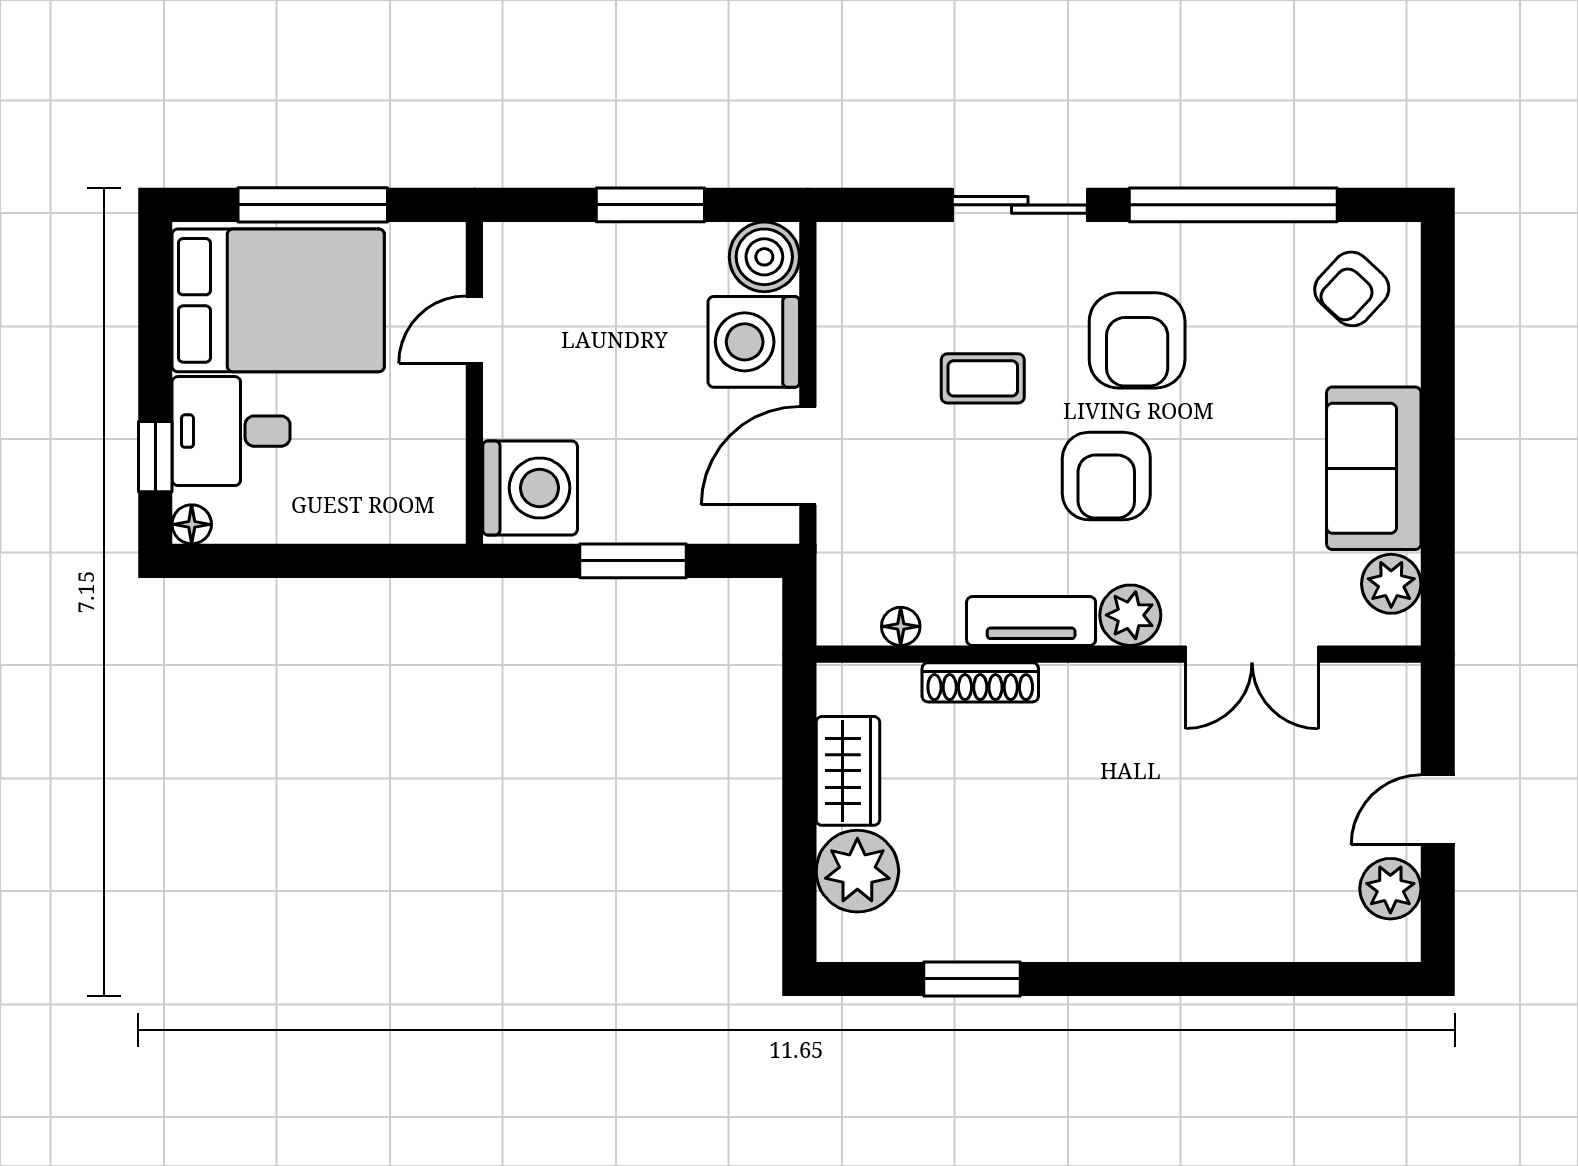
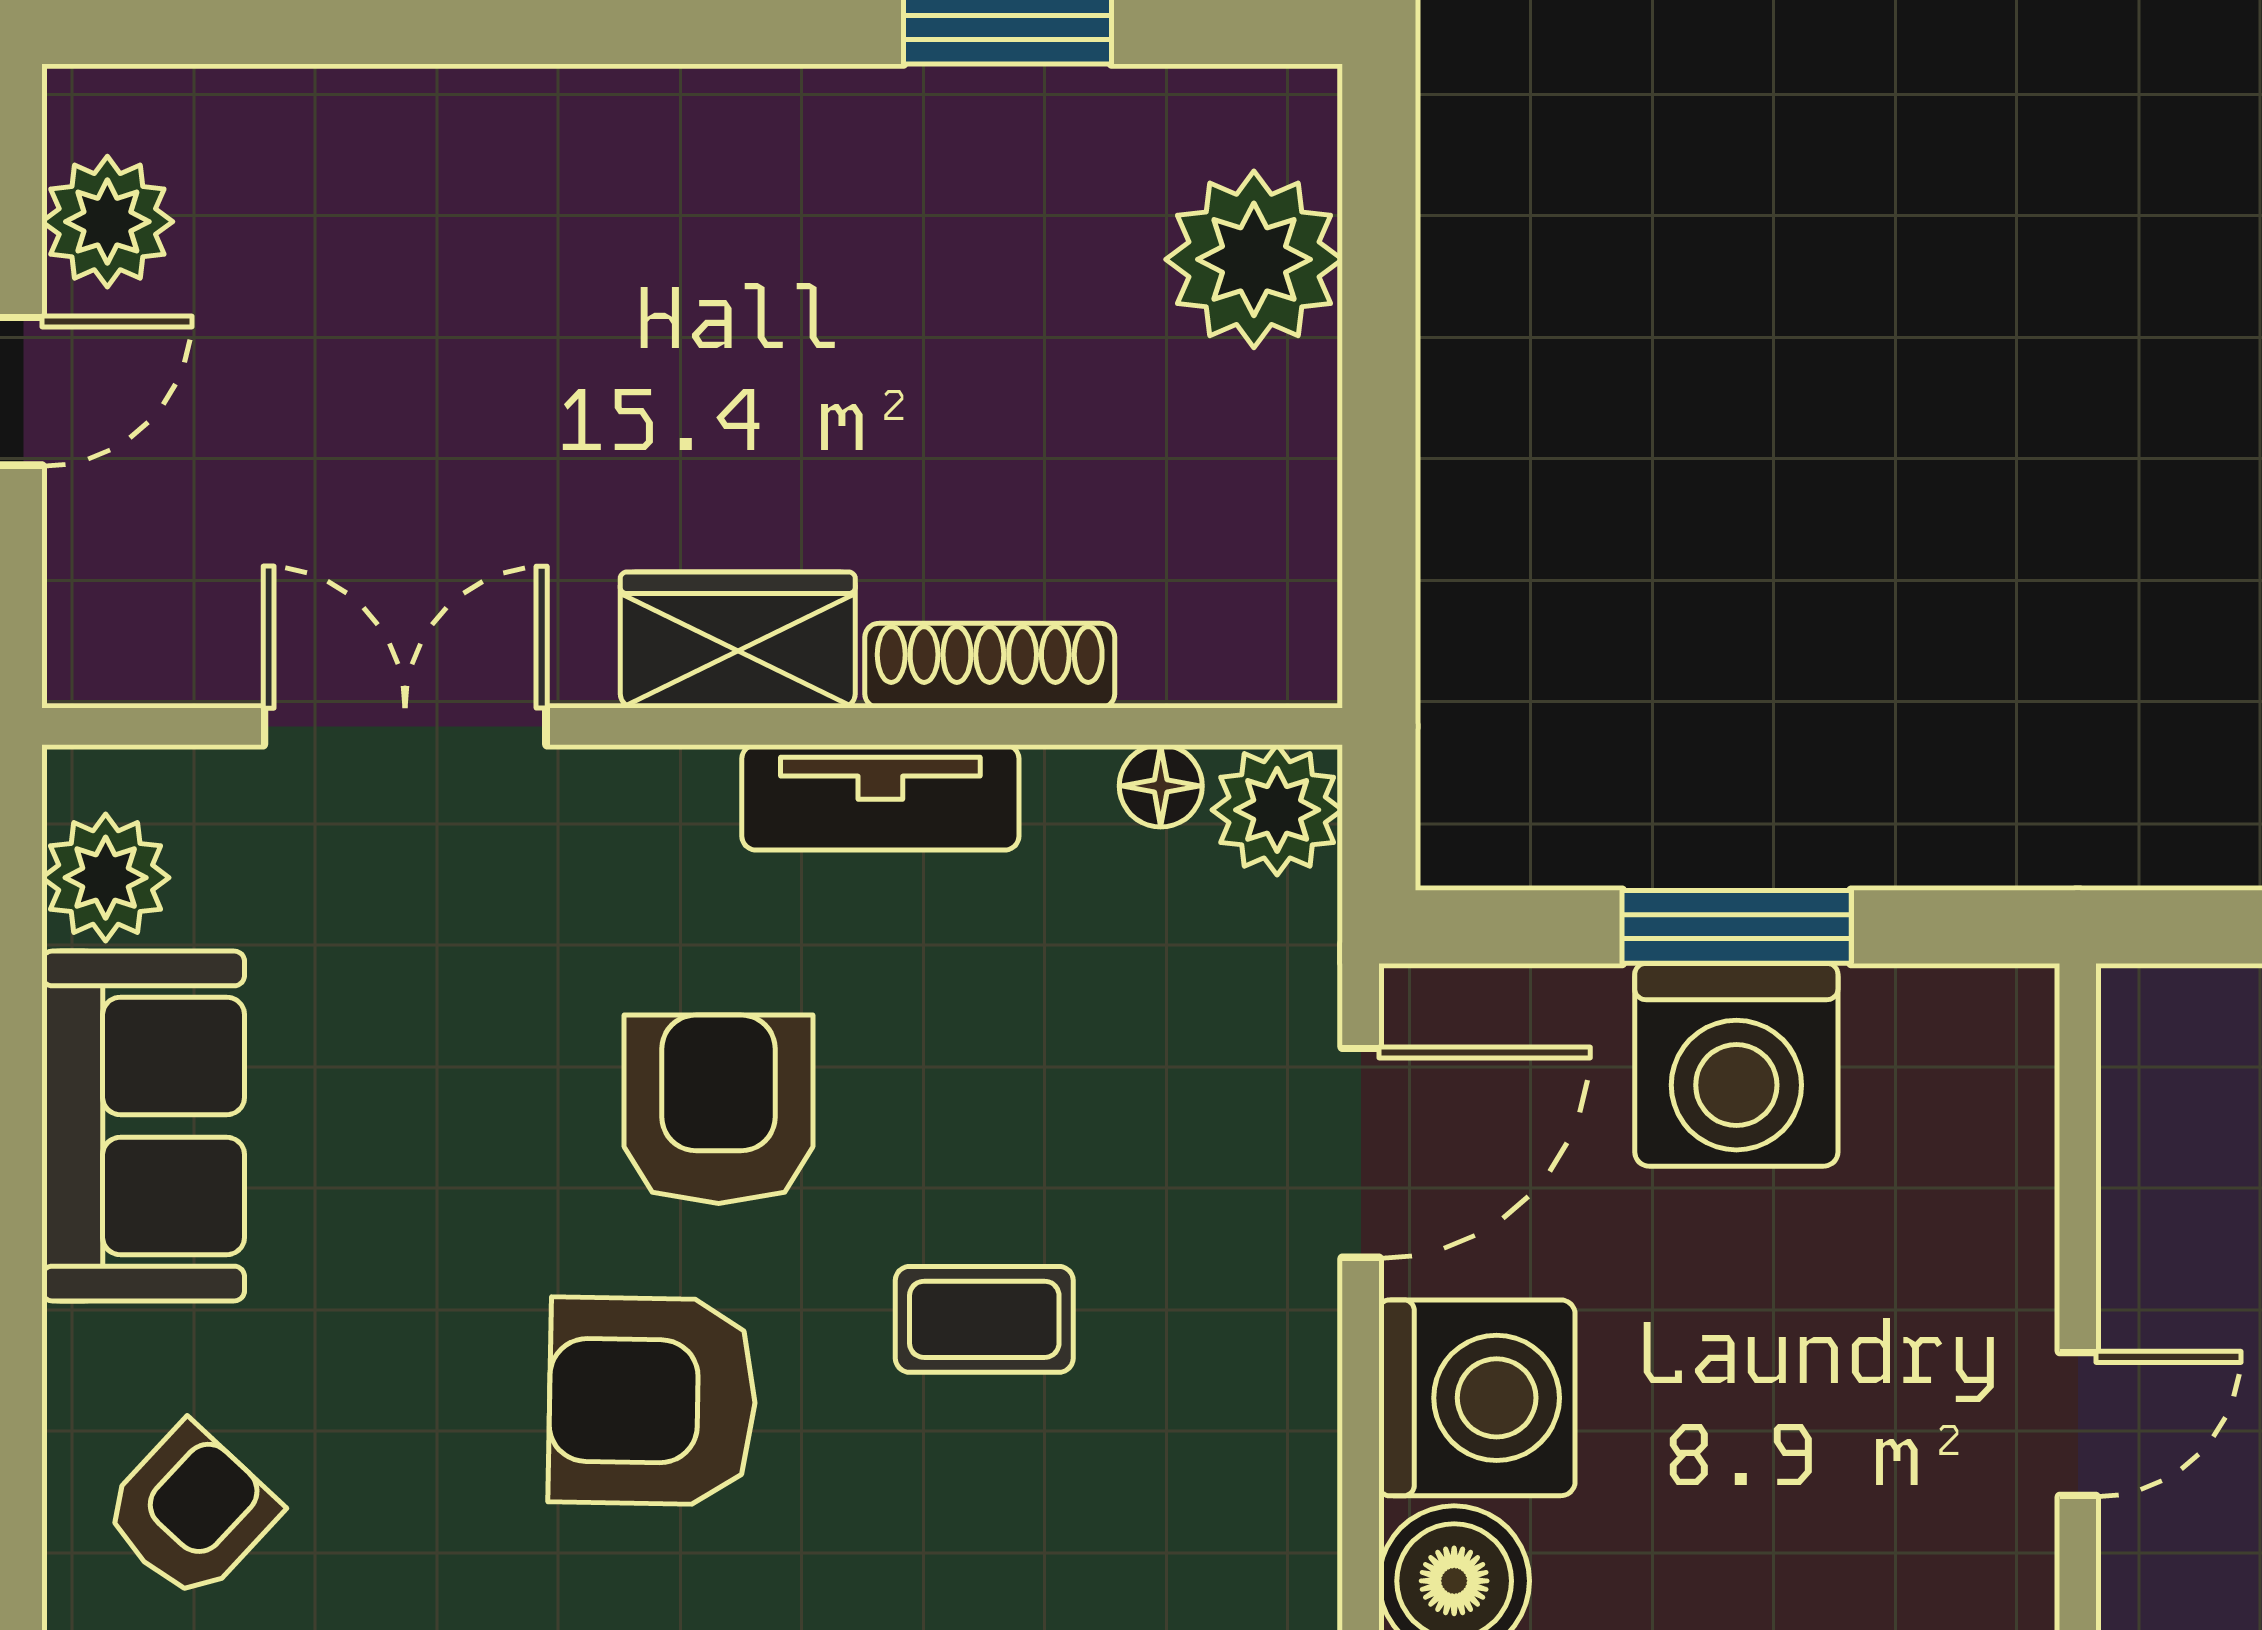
armchair: (1137, 340) -> (652, 1401), turned -89
washing machine: (530, 488) -> (1736, 1065), moved, turned -90
plant: (1130, 615) -> (1277, 810), moved
wardrobe: (848, 771) -> (738, 640), moved, turned 90

